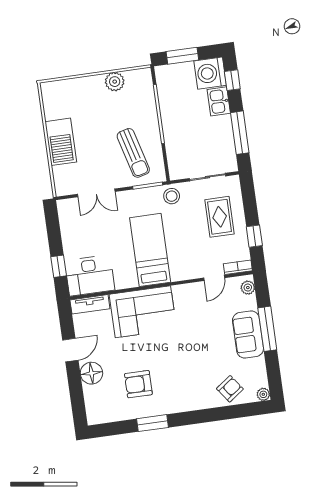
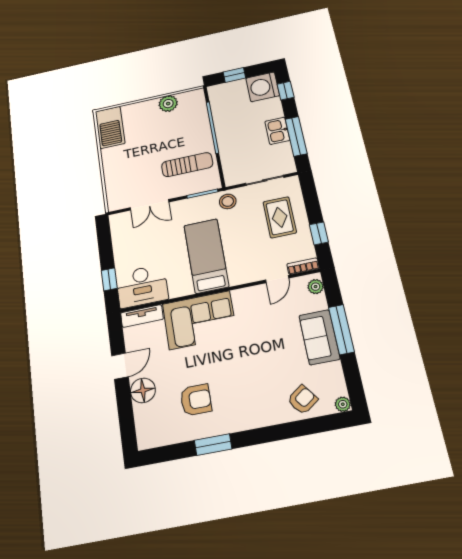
window: (182, 56) -> (234, 75), width x0.67
kitchen sink: (219, 101) -> (277, 131), moved
barbecue: (61, 142) -> (110, 127), moved
sun lounger: (133, 153) -> (187, 165), turned -75
armchair: (138, 384) -> (196, 400), turned 180

